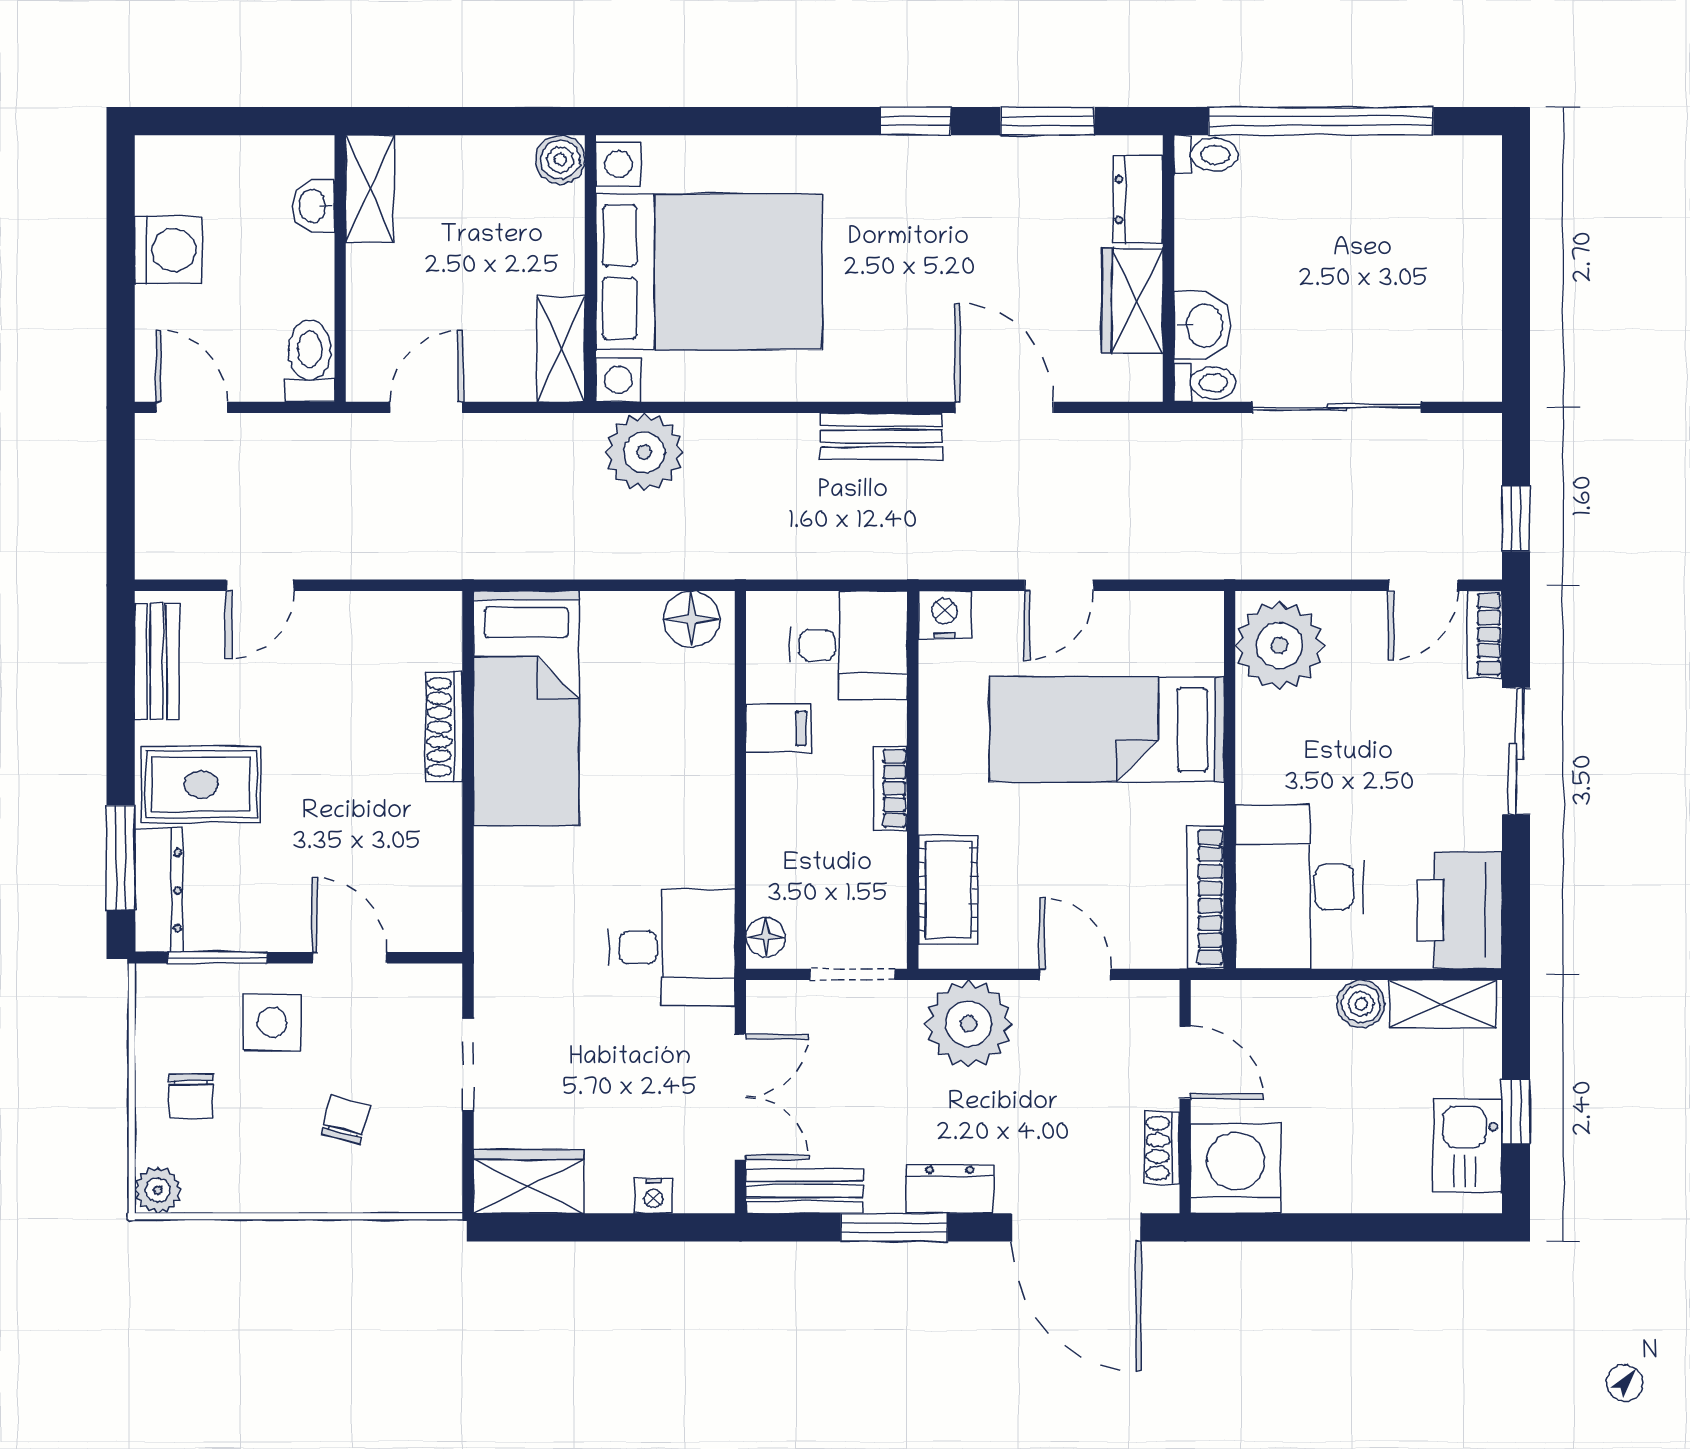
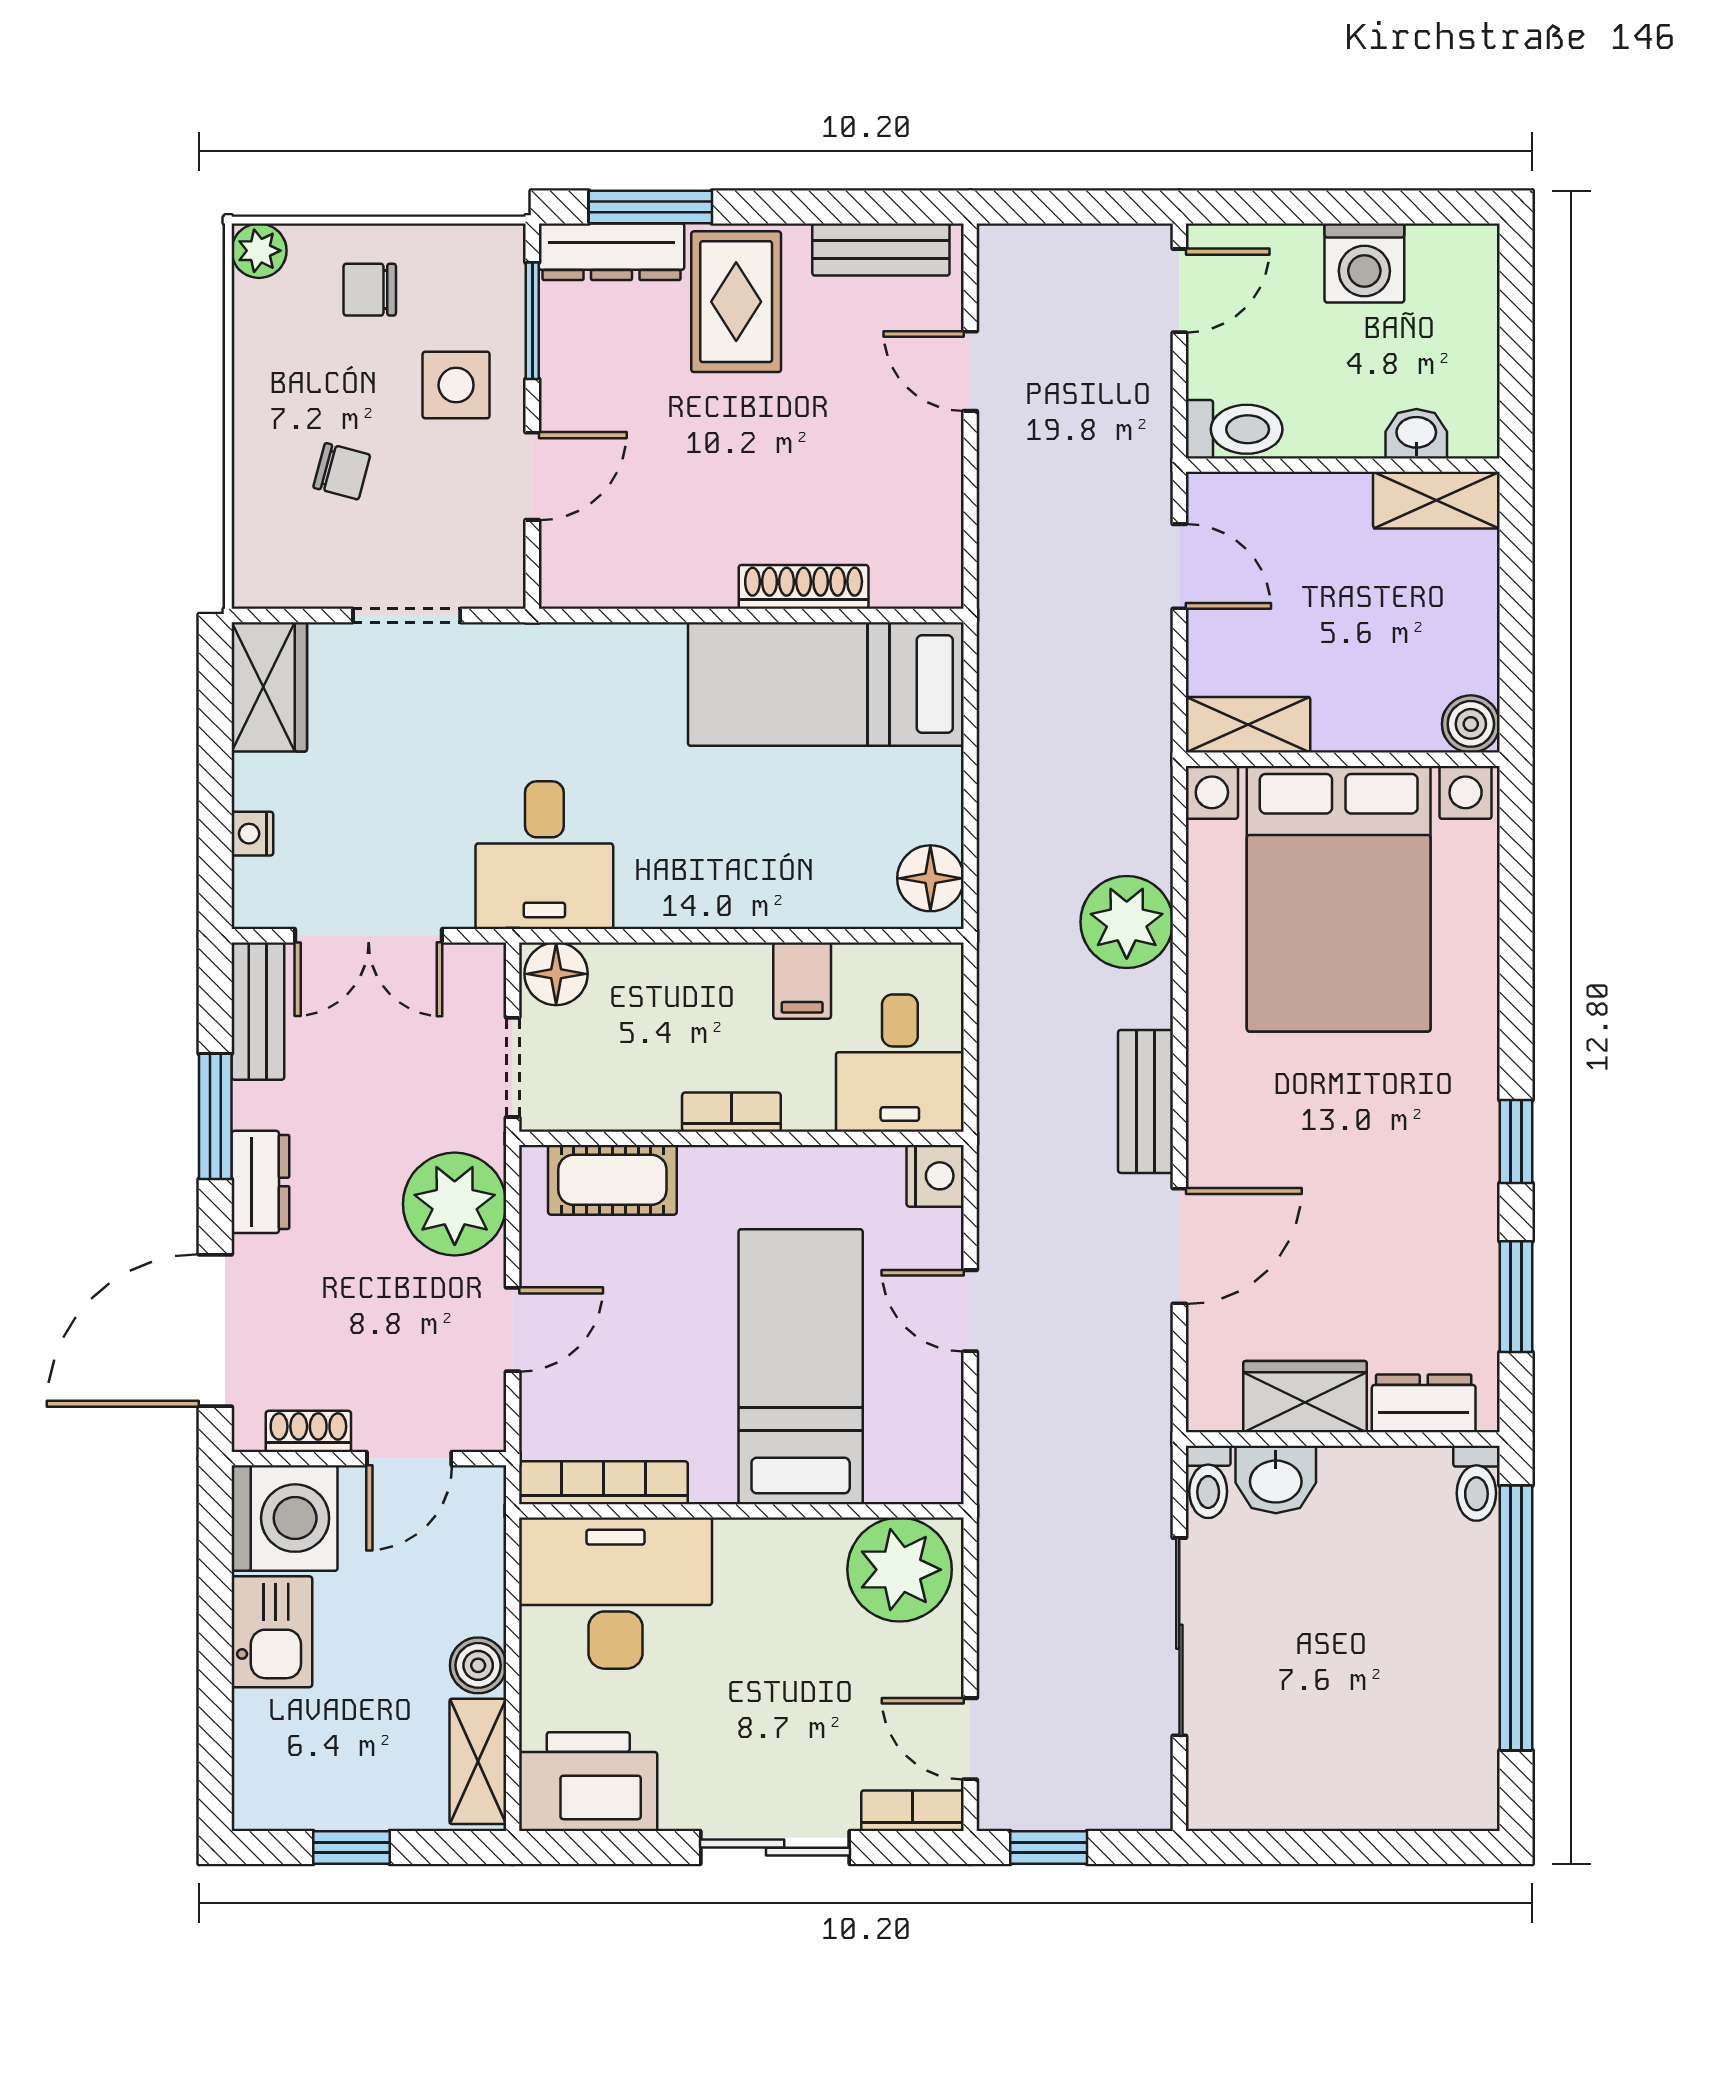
plant: (644, 452) -> (1127, 922), moved
floor lamp: (766, 937) -> (556, 974), width x1.37, depth x1.37
kitchen sink: (1468, 1146) -> (272, 1632), moved, turned 90

